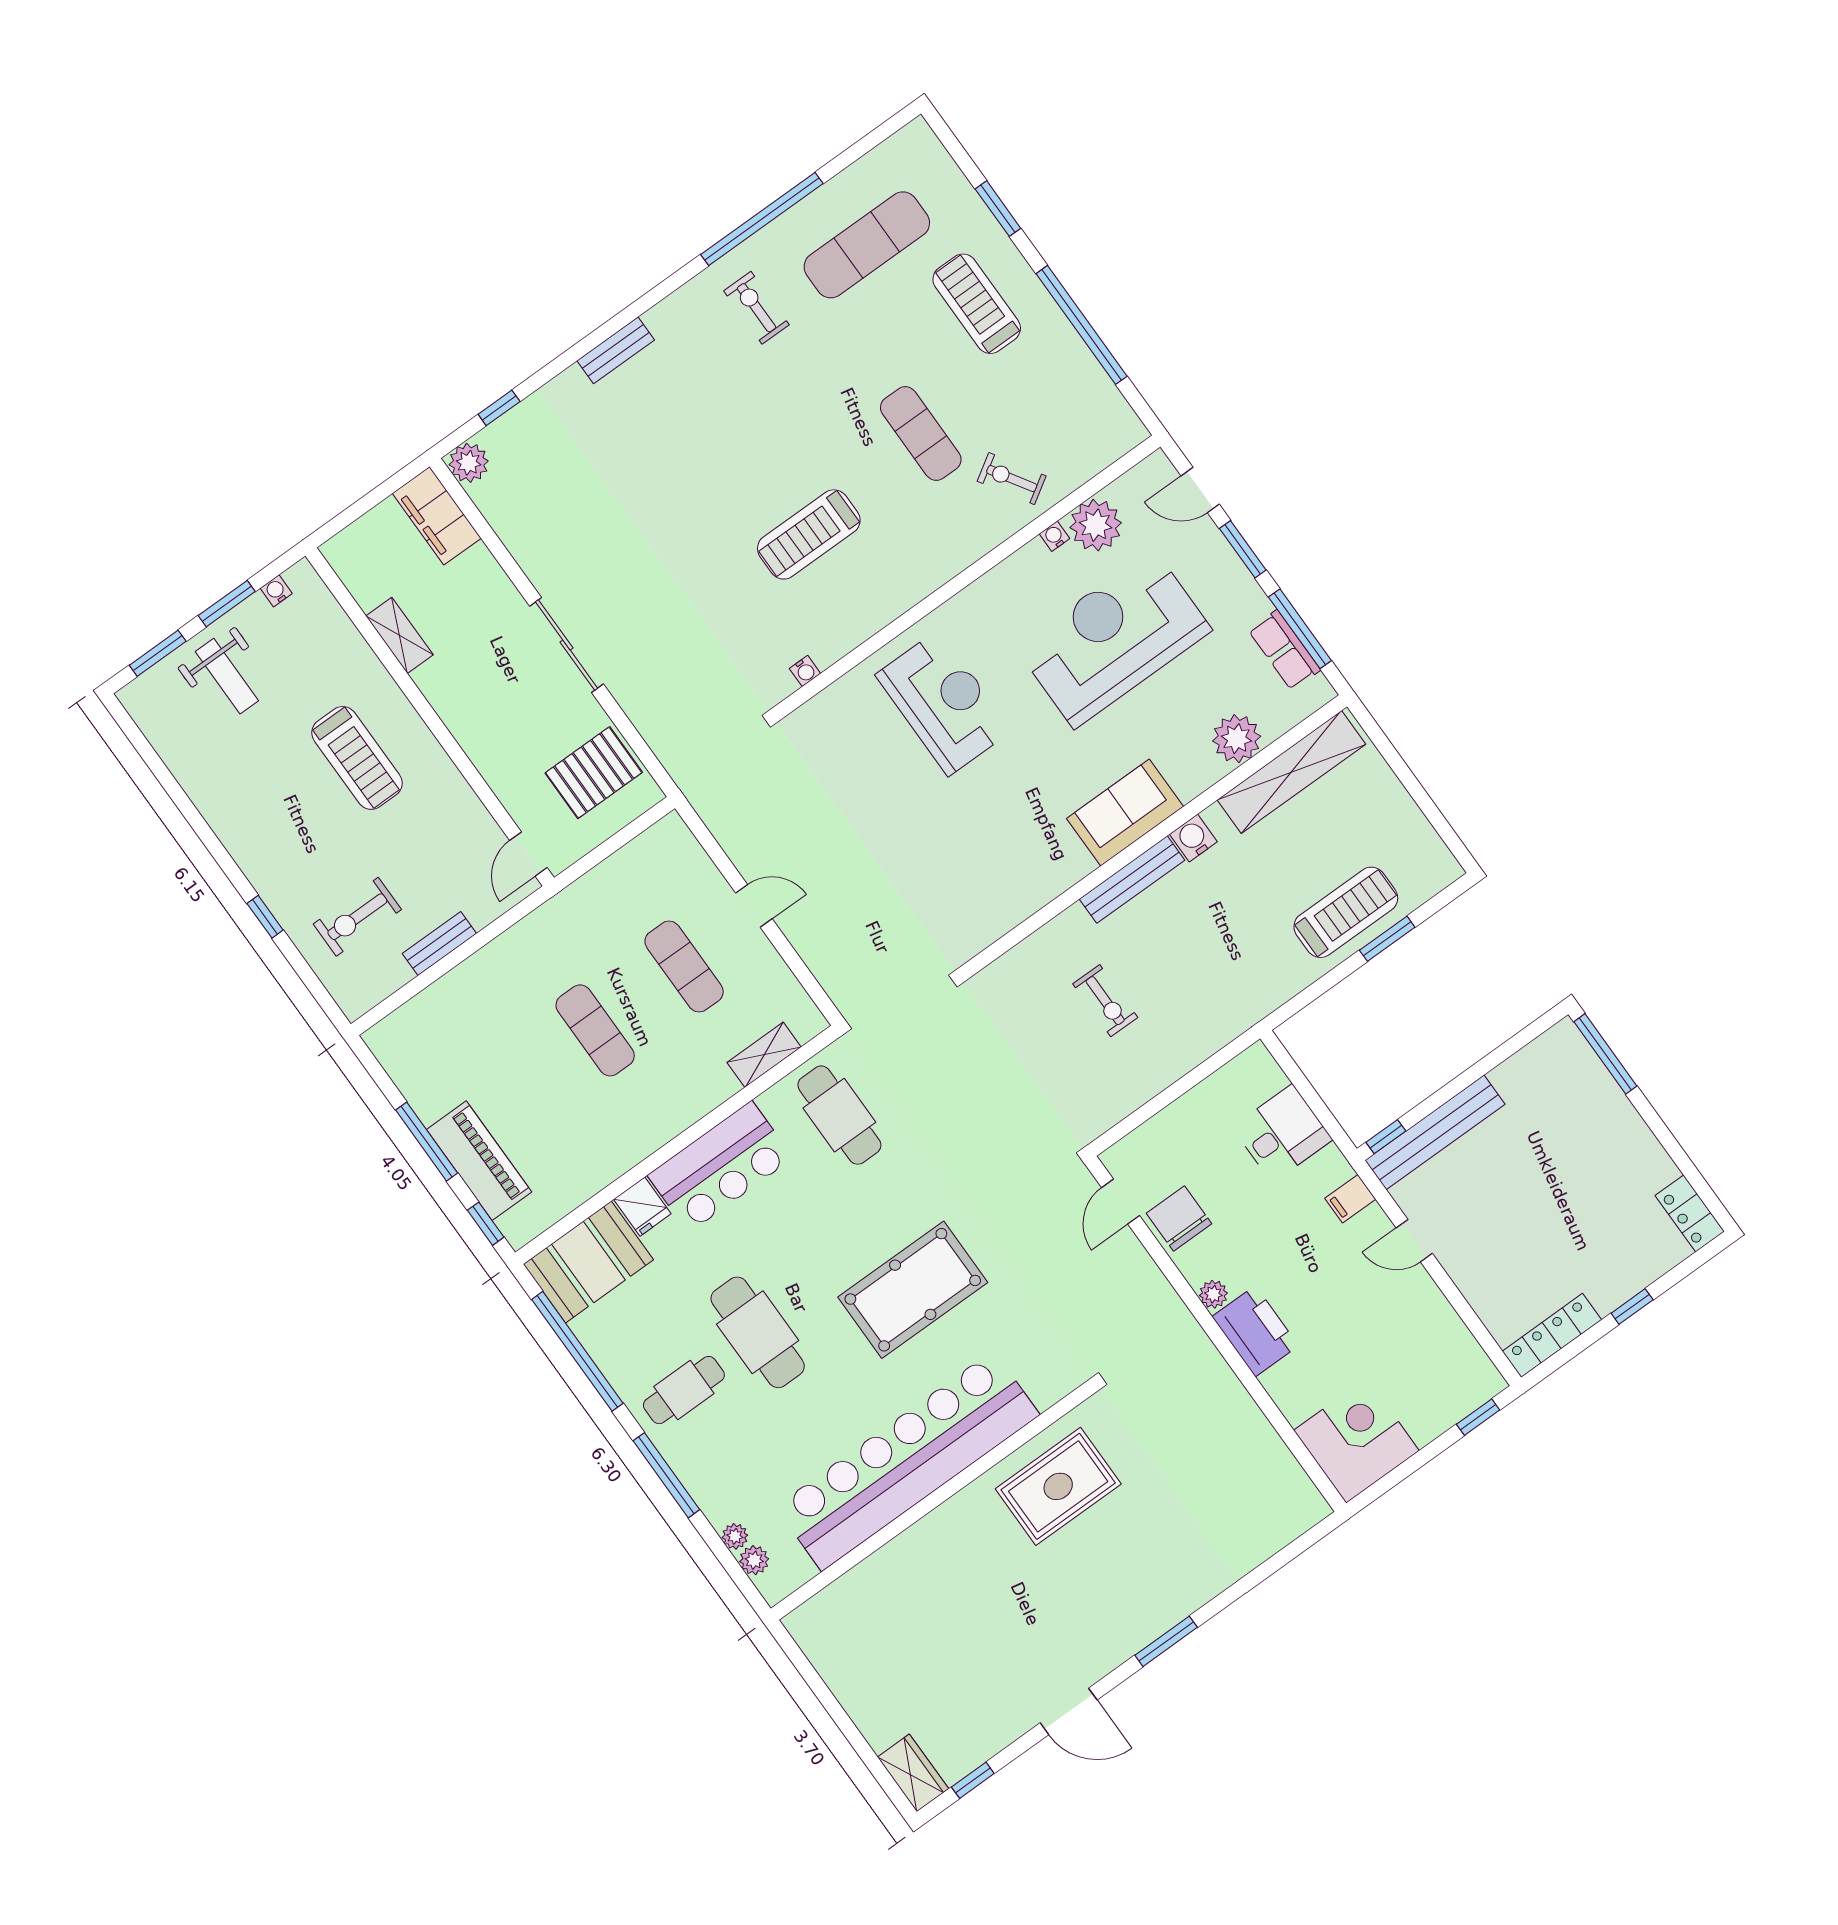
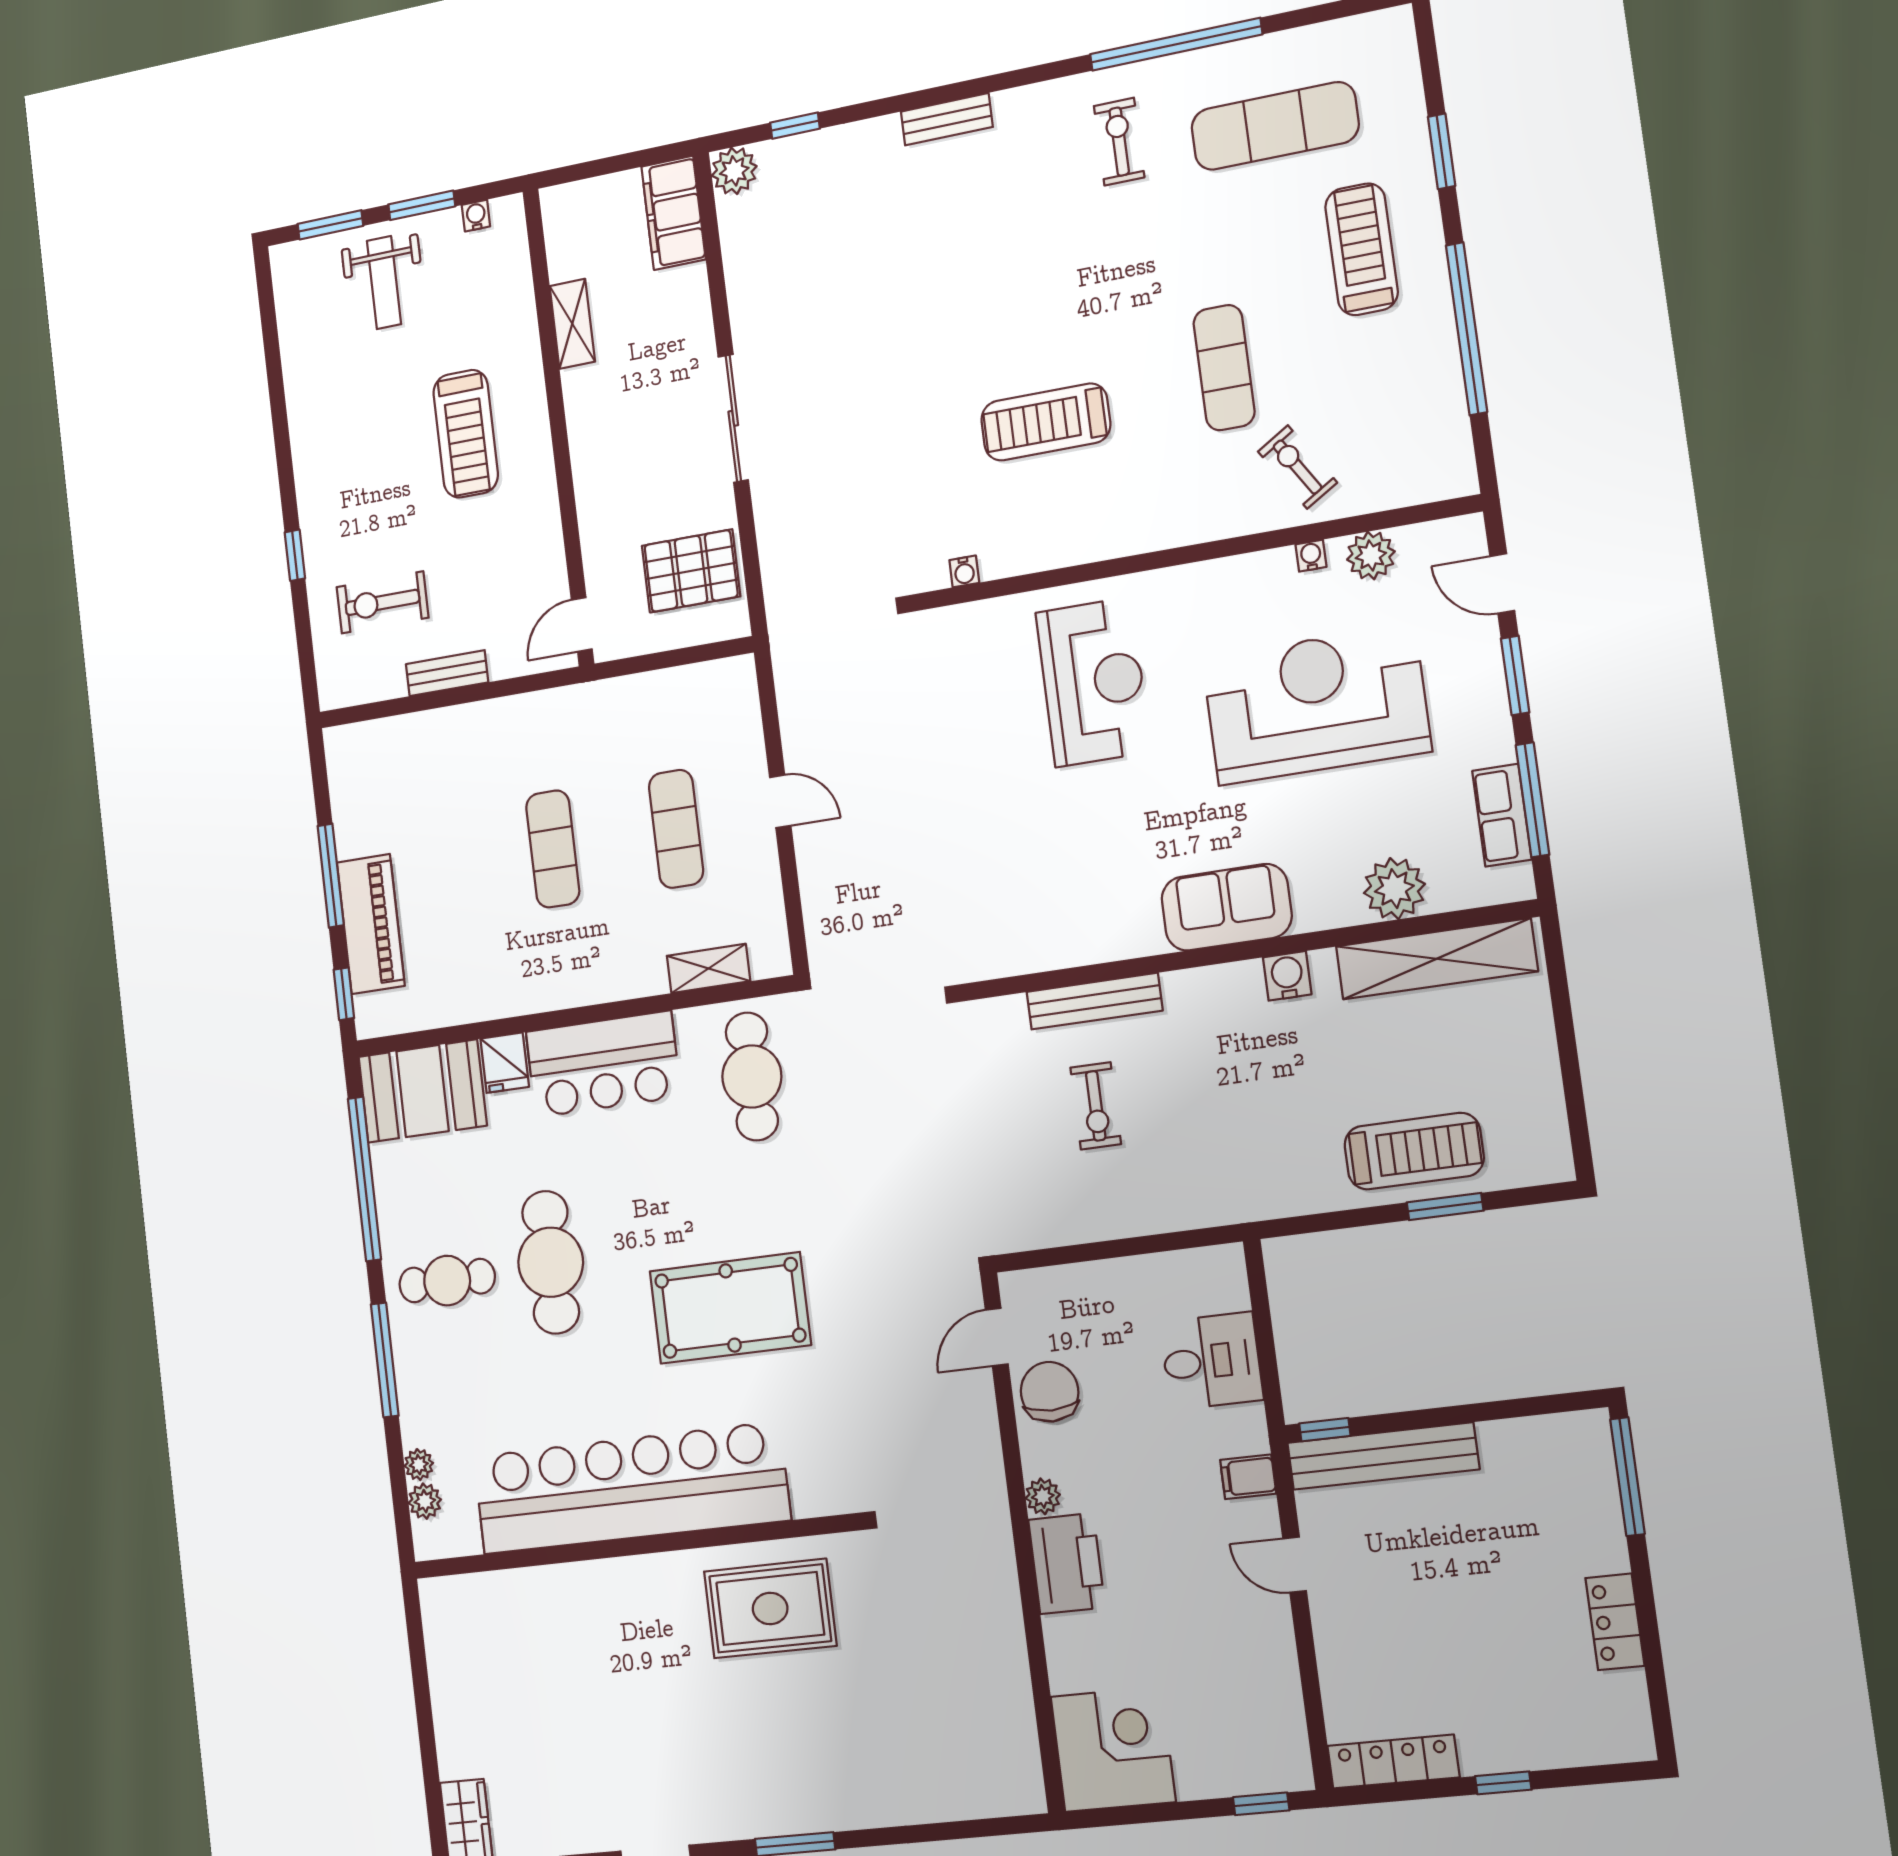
plant: (1096, 525) -> (1371, 555), width x0.73, depth x0.73
bench: (1132, 880) -> (1094, 1001), moved
locker: (1690, 1213) -> (1615, 1622), moved

